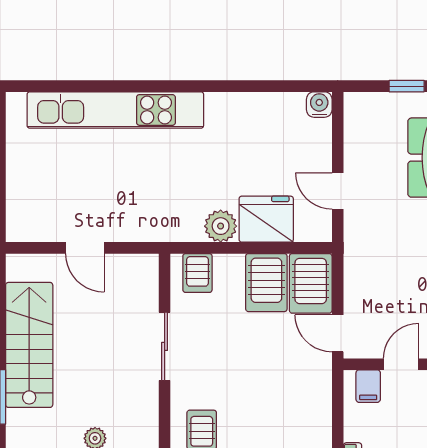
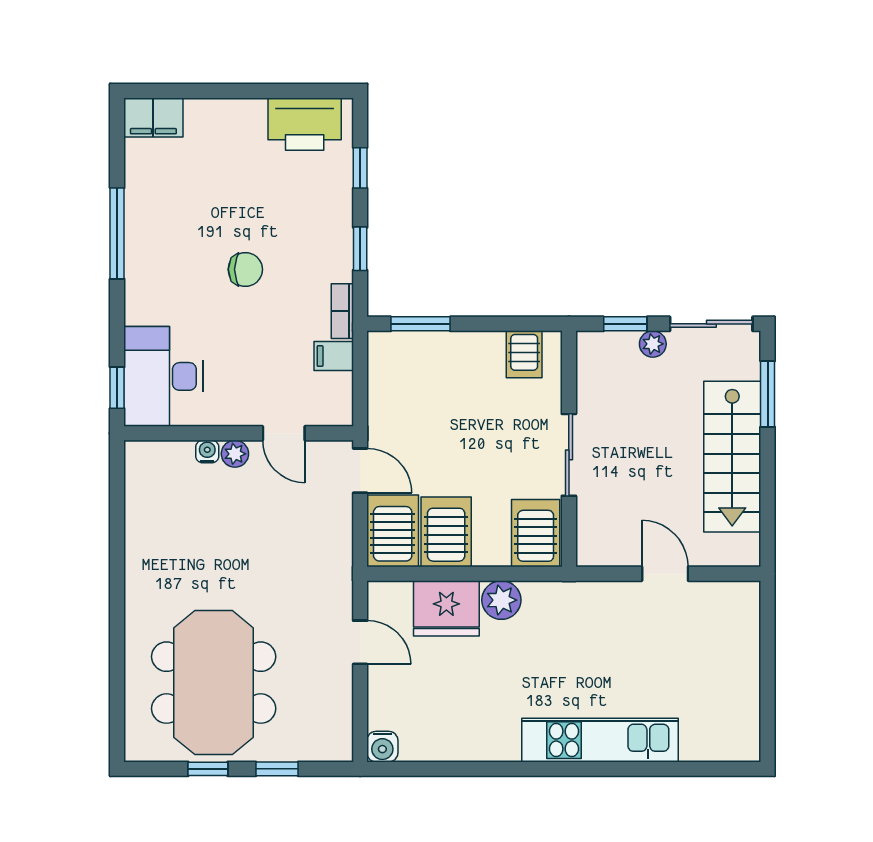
kitchen unit: (115, 110) -> (600, 740), width x0.73
server rack: (197, 273) -> (536, 533), width x1.36, depth x1.44
door: (401, 364) -> (284, 433), hinge flipped
filing cabinet: (368, 386) -> (334, 356), moved, turned -90

